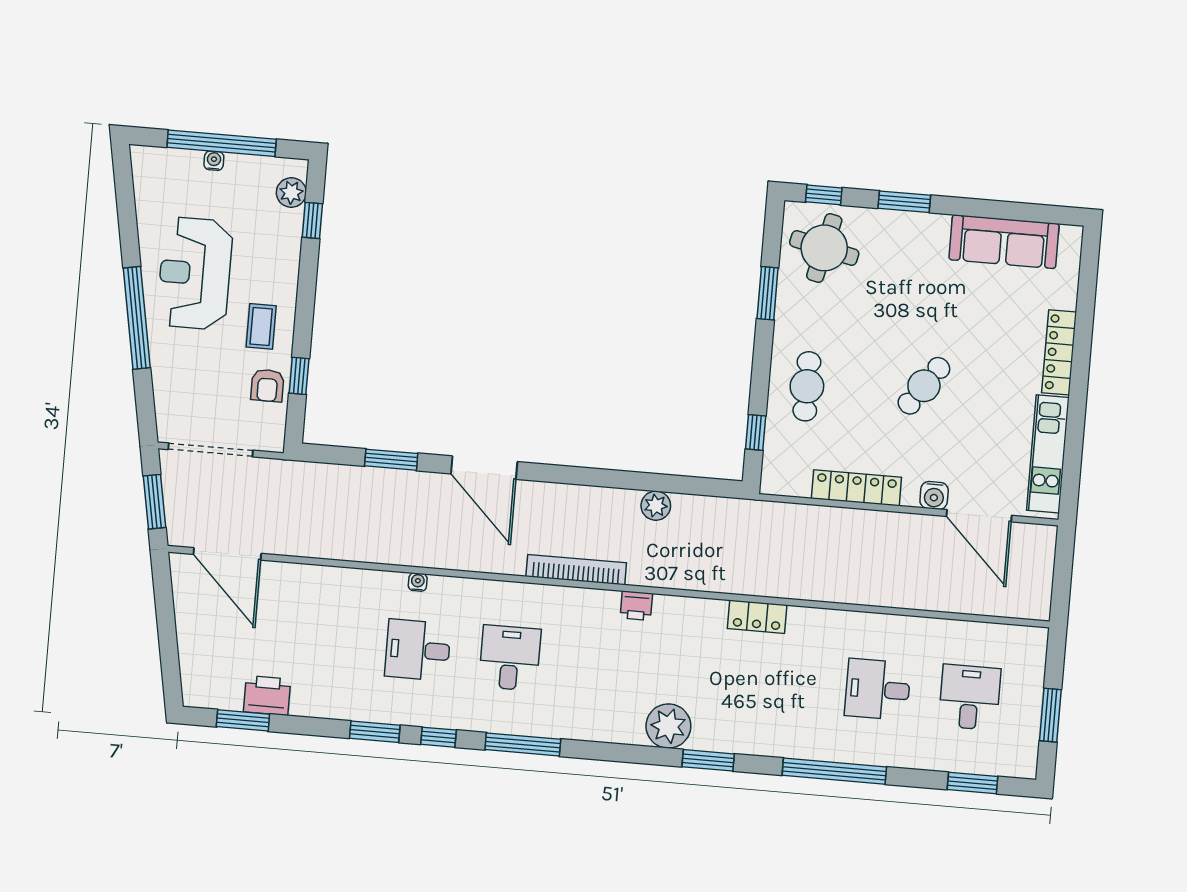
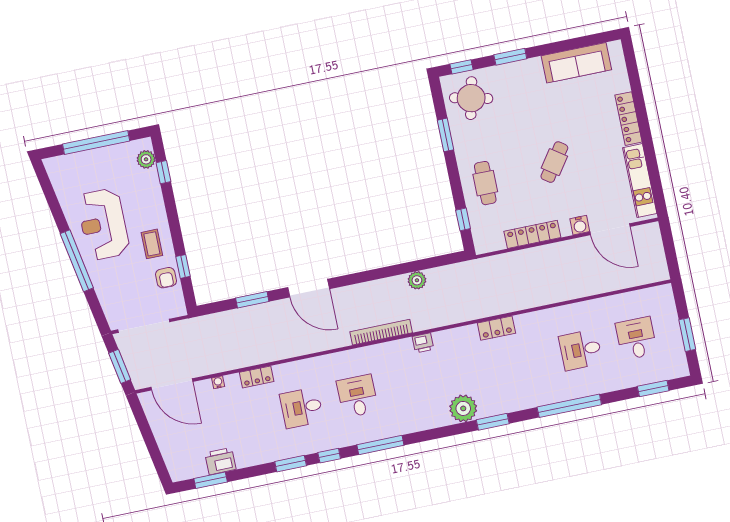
water cooler: (214, 161) -> (95, 154), removed
locker: (362, 581) -> (257, 377), added
water cooler: (418, 582) -> (218, 382), moved

